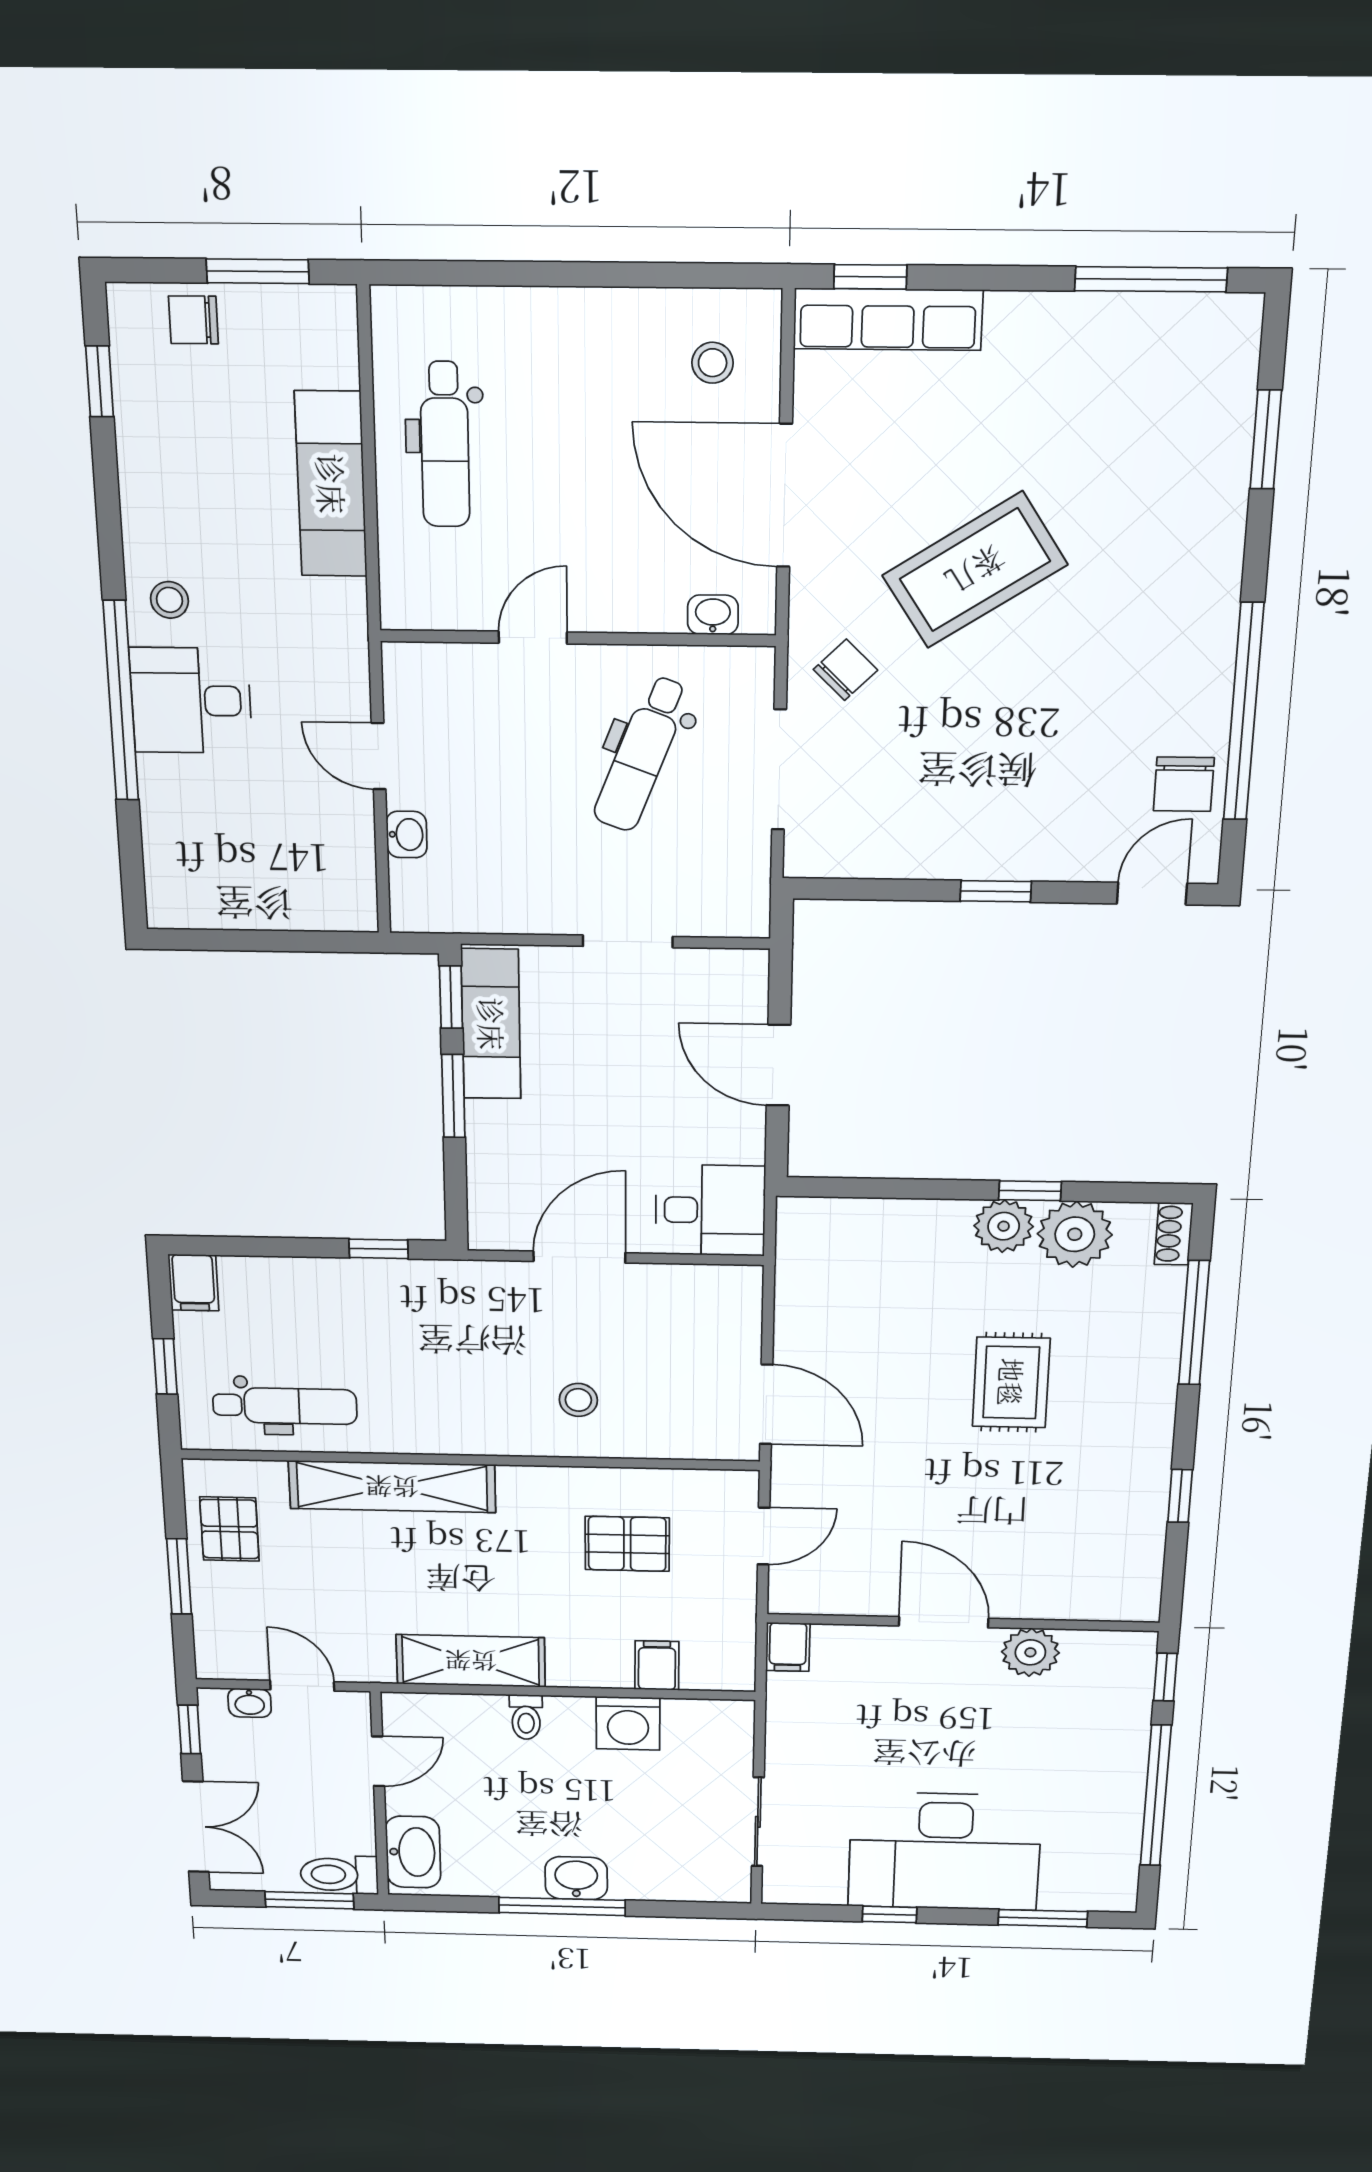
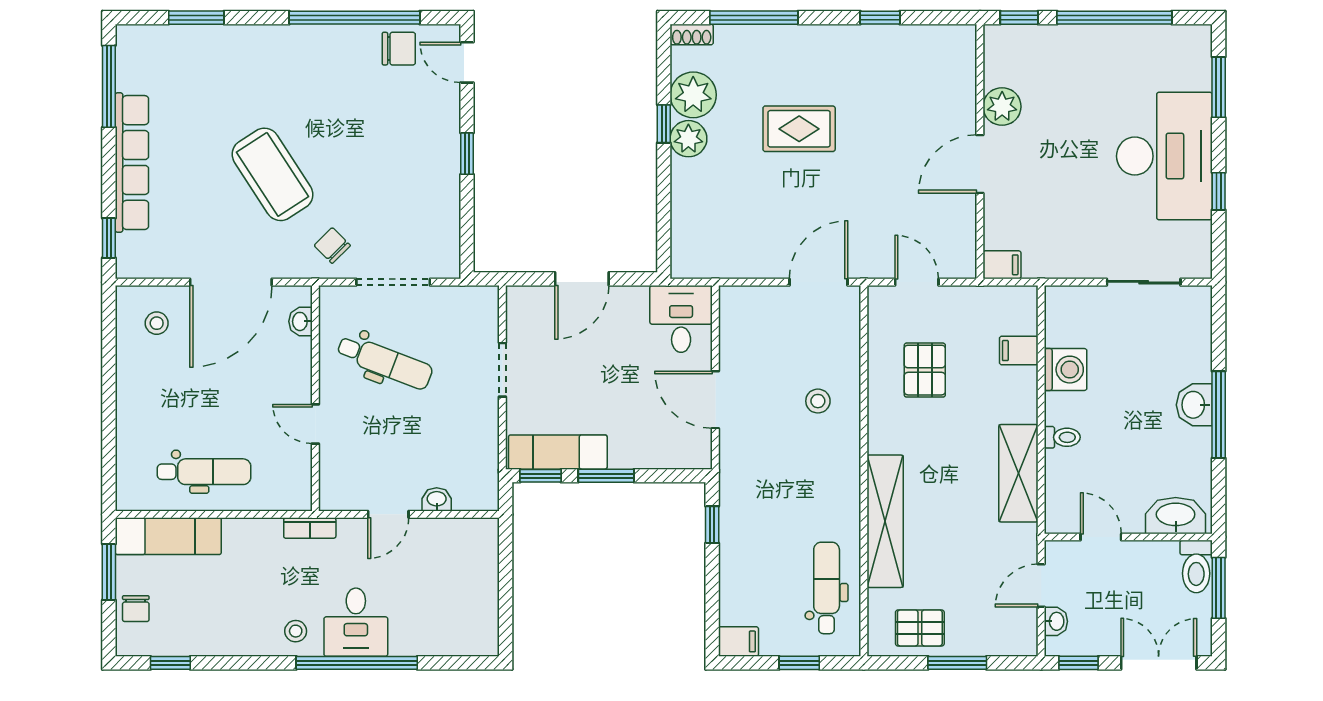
row of seats: (888, 319) -> (132, 163), moved, width x1.36
exam couch: (331, 484) -> (168, 536), moved
bookcase: (351, 626) -> (310, 528), added

